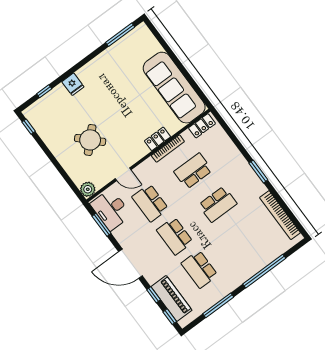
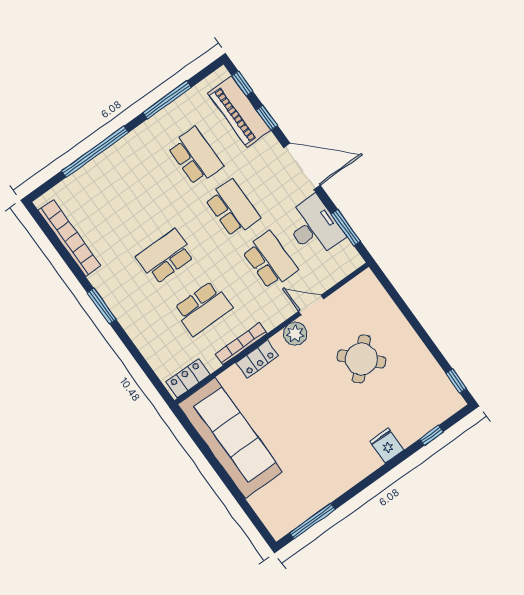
plant: (88, 189) -> (295, 334), moved
desk: (111, 210) -> (314, 227), moved

